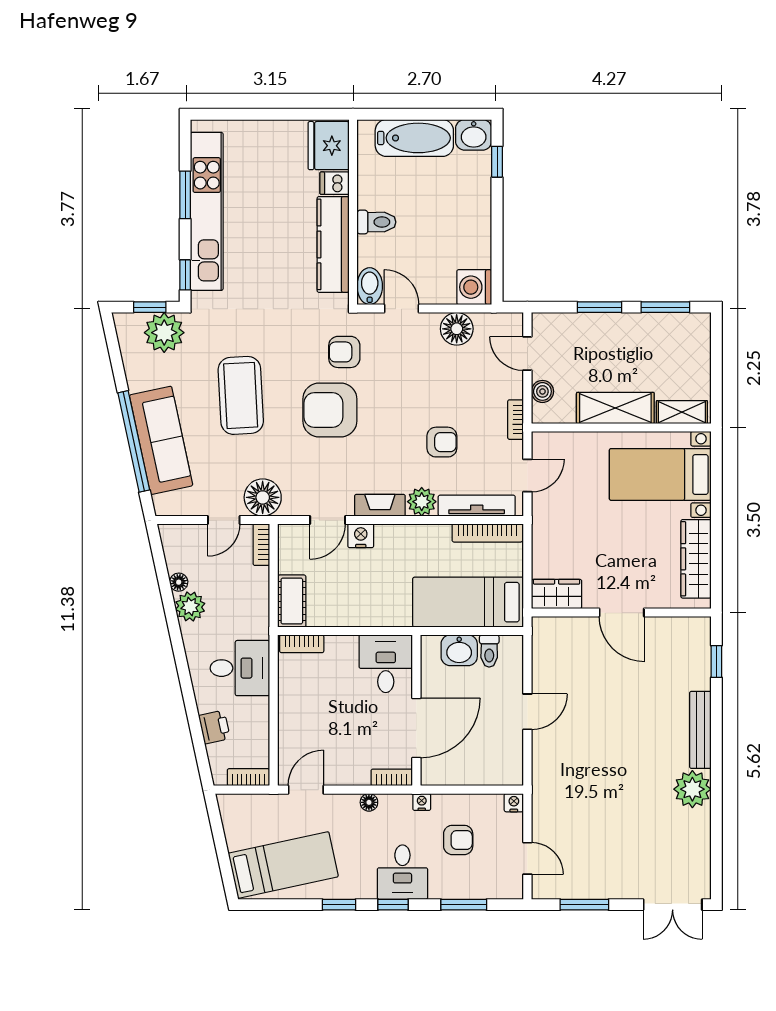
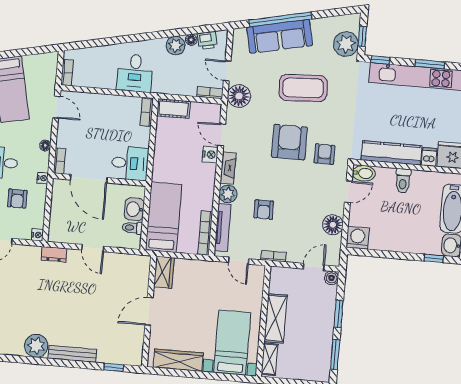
boiler: (542, 391) -> (331, 278), moved
printer: (214, 727) -> (207, 40), moved
dresser: (543, 773) -> (54, 254), added

